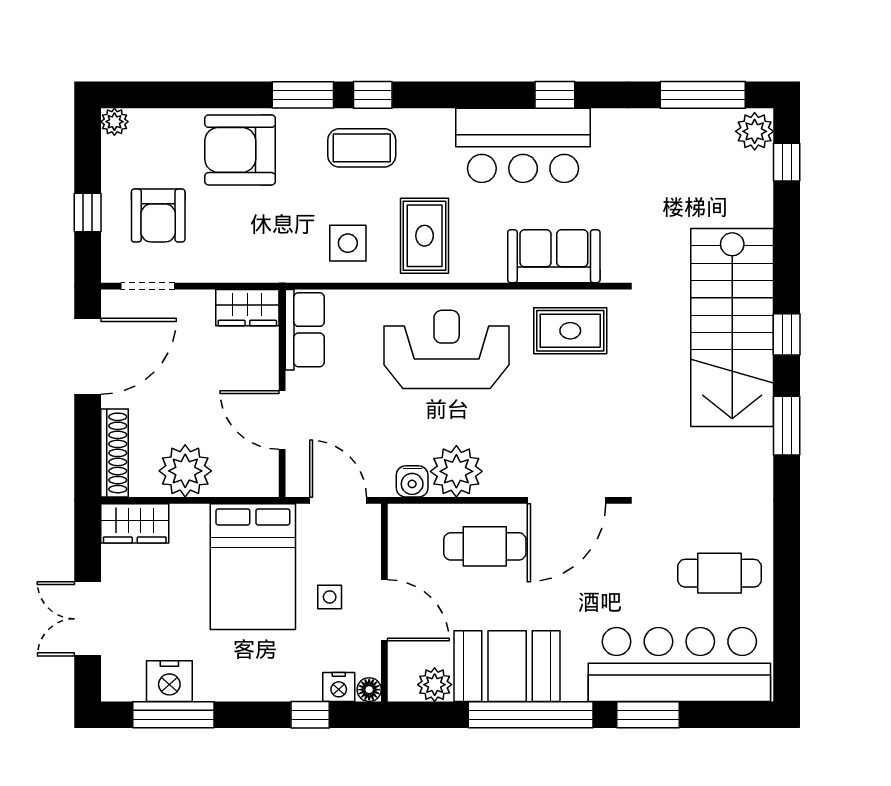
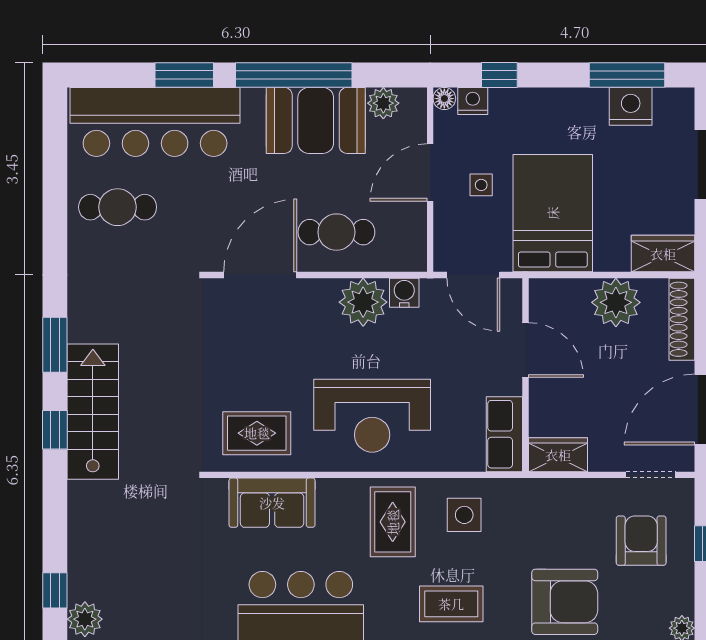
stairs: (732, 327) -> (93, 412), width x0.73, depth x0.66
door: (384, 610) -> (430, 172), hinge flipped

